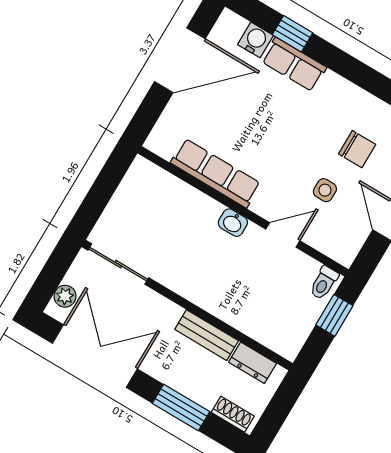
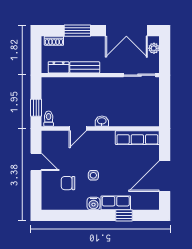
water cooler: (255, 40) -> (94, 204), moved
row of seats: (216, 173) -> (137, 138), moved
side table: (325, 190) -> (93, 175), moved

